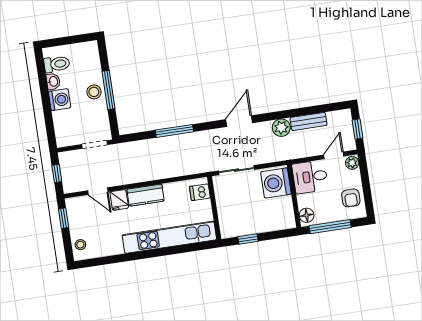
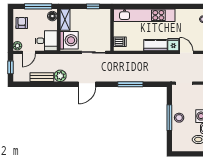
shelving: (287, 213) -> (65, 20), added

